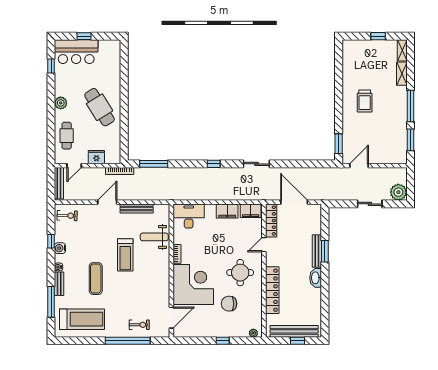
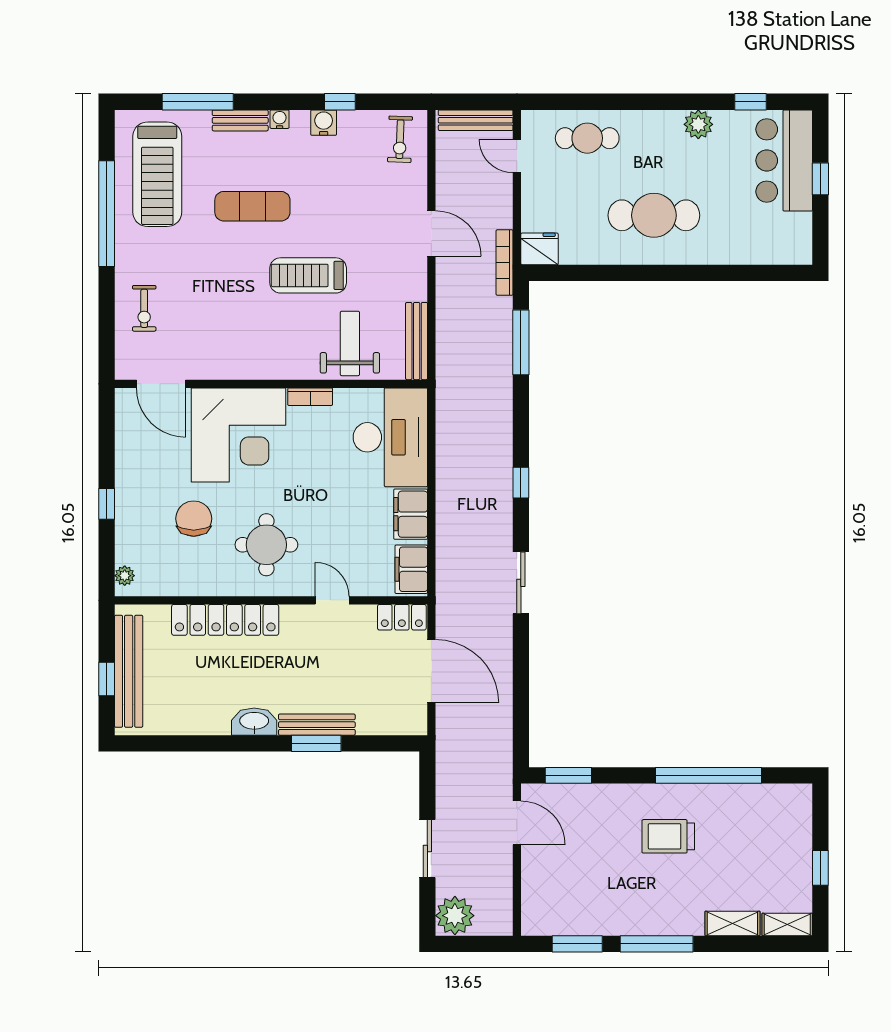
window: (339, 84) -> (708, 775), added
plant: (61, 103) -> (698, 124), moved
cafe table: (100, 107) -> (654, 215), turned 32
fridge: (96, 157) -> (540, 249), moved, turned -90
door: (294, 202) -> (431, 671), hinge flipped
bench: (137, 208) -> (417, 341), moved
desk: (189, 216) -> (390, 437), width x1.36, depth x1.30
locker: (271, 221) -> (402, 617), width x0.66
window: (128, 341) -> (107, 214), moved

